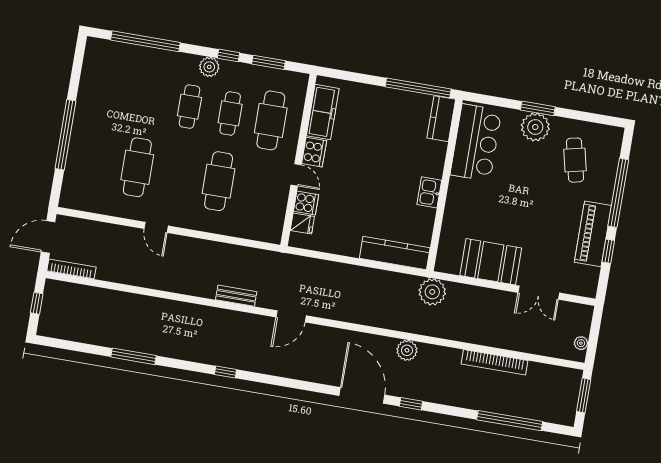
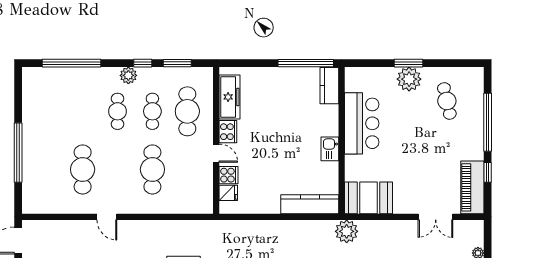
bar counter: (476, 143) -> (362, 123), moved
piano: (593, 234) -> (472, 187), moved
booth: (491, 262) -> (368, 198), moved

